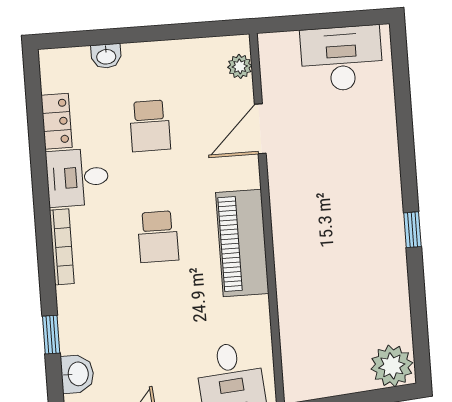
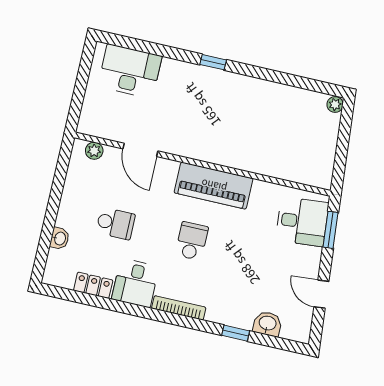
desk: (342, 58) -> (130, 71), moved, turned 90
window: (412, 230) -> (213, 62), moved
school desk: (158, 237) -> (192, 241), turned -90
plant: (392, 366) -> (335, 104), width x0.53, depth x0.53

